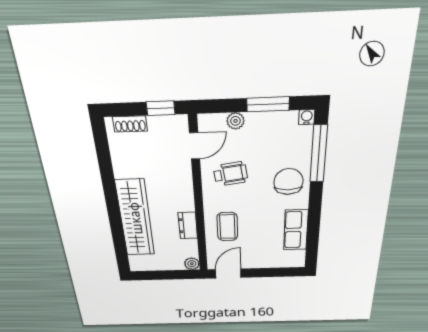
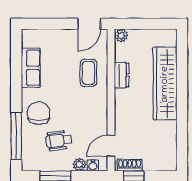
water cooler: (307, 117) -> (93, 165), moved
shoe rack: (130, 124) -> (130, 165), moved
wheelchair: (231, 174) -> (59, 141), moved
chair: (288, 182) -> (39, 113), turned 180

